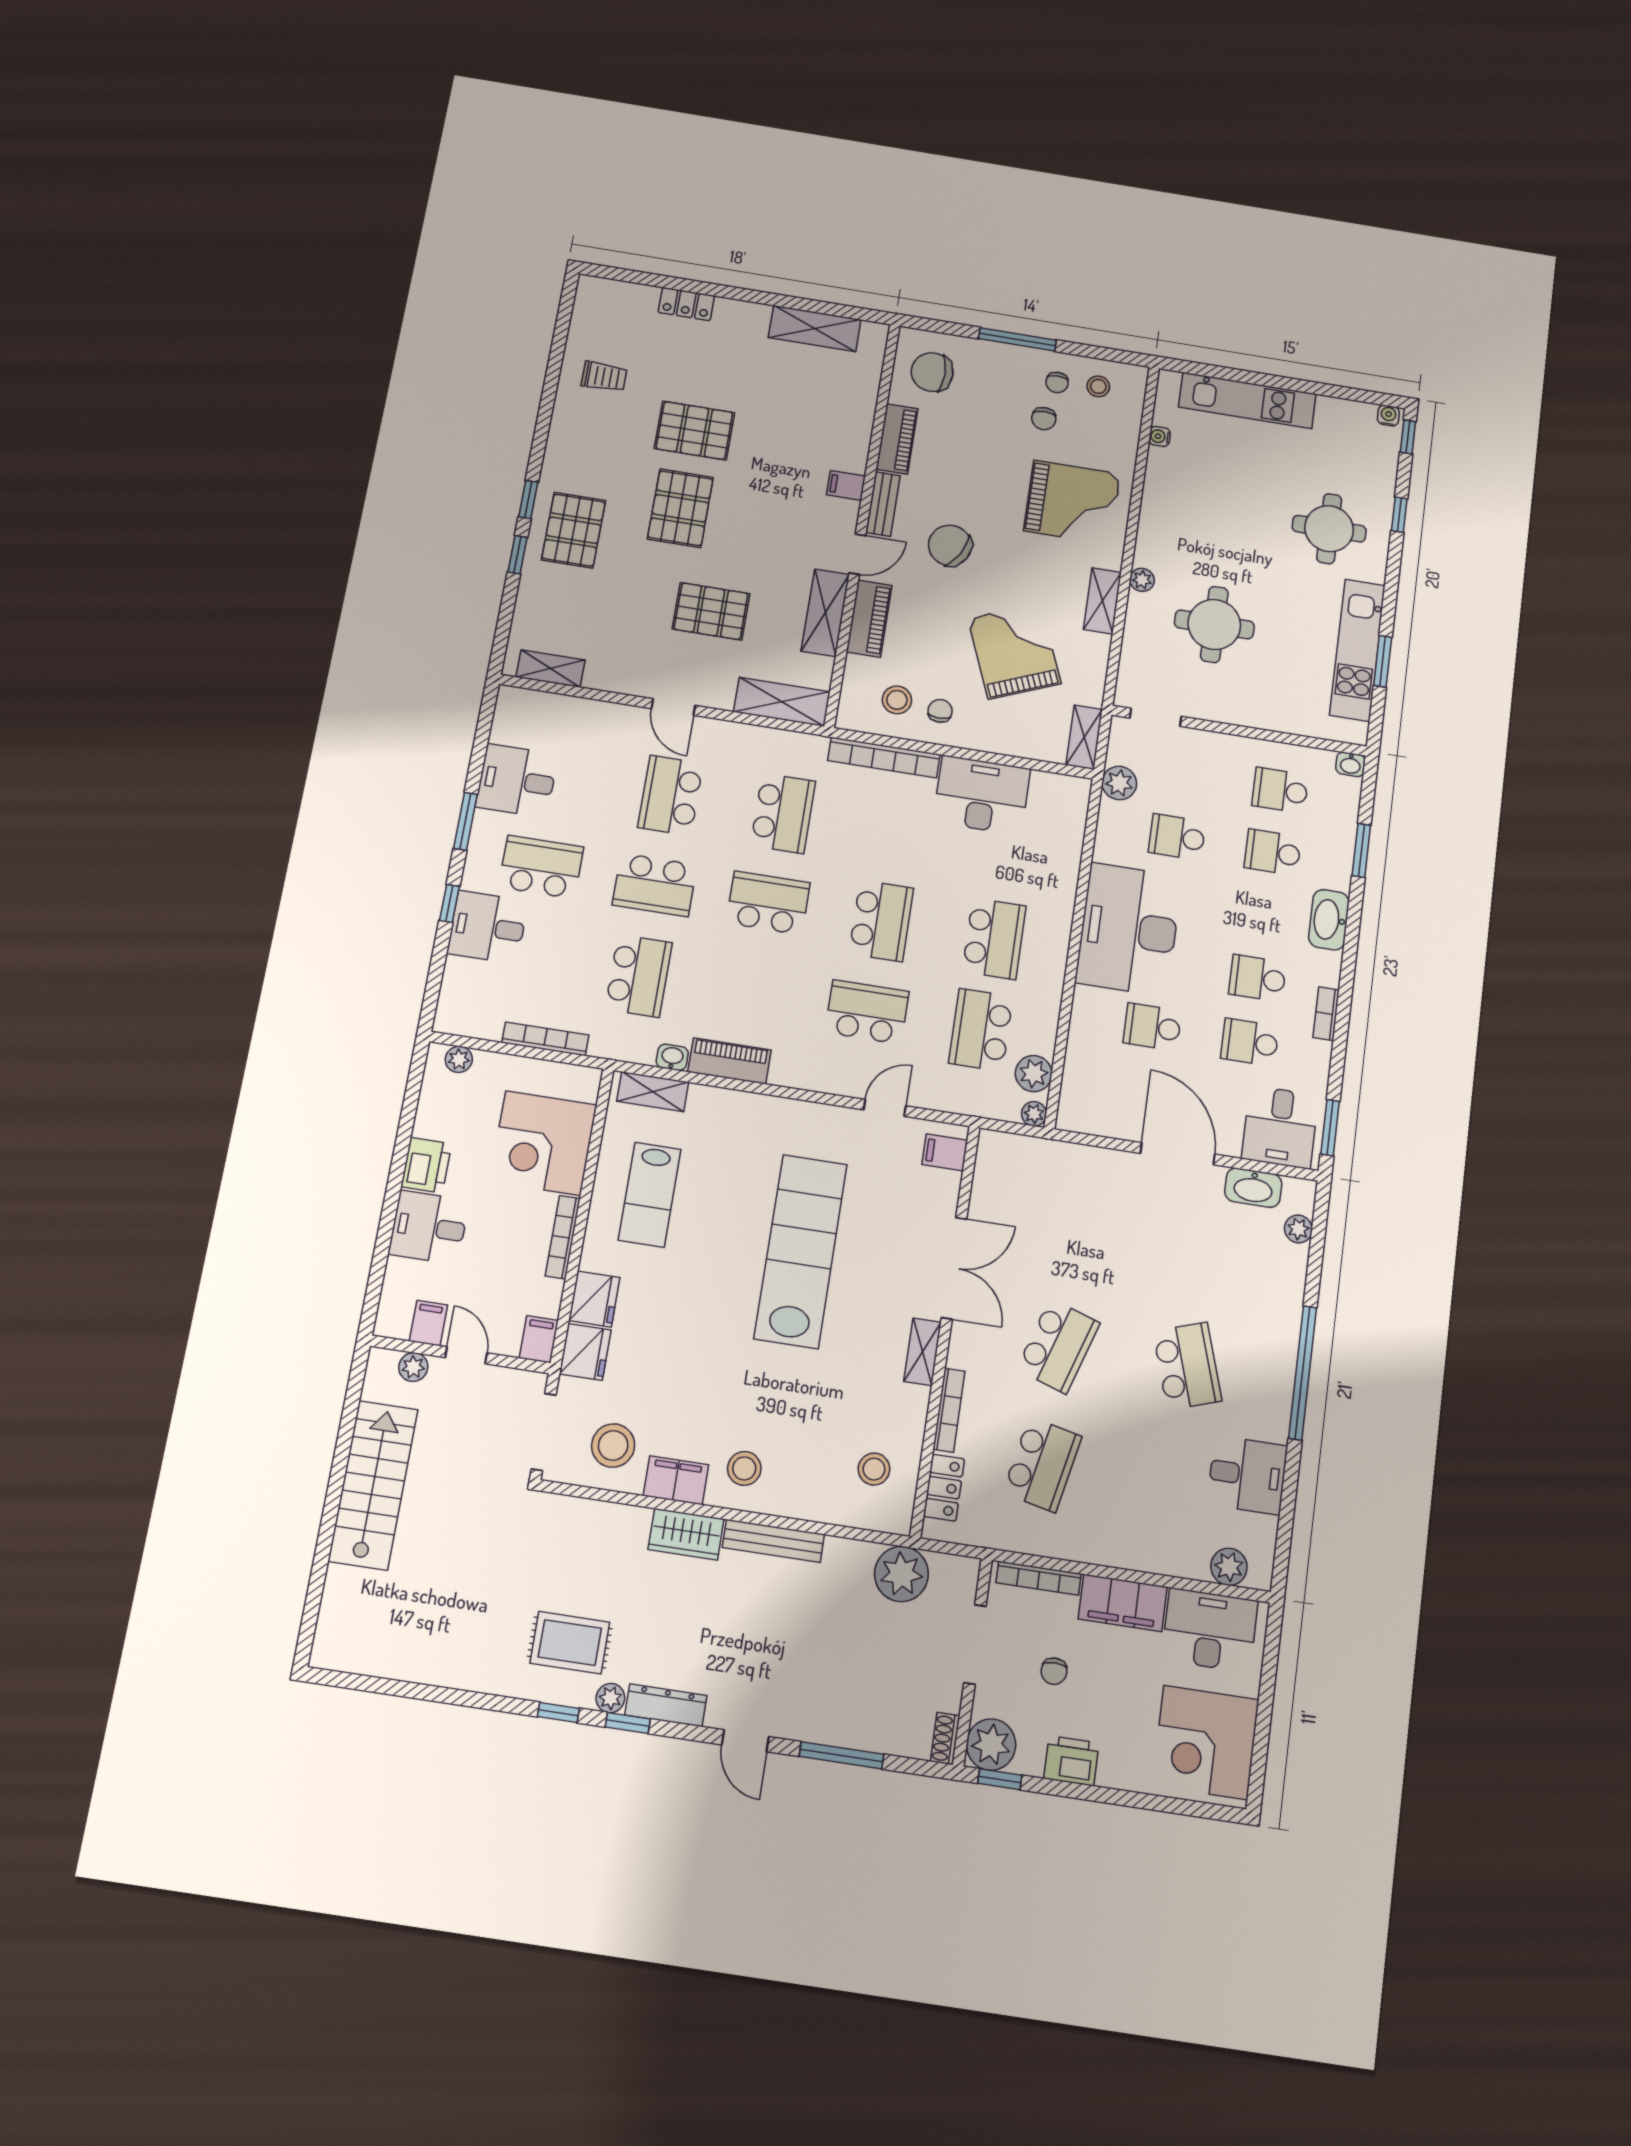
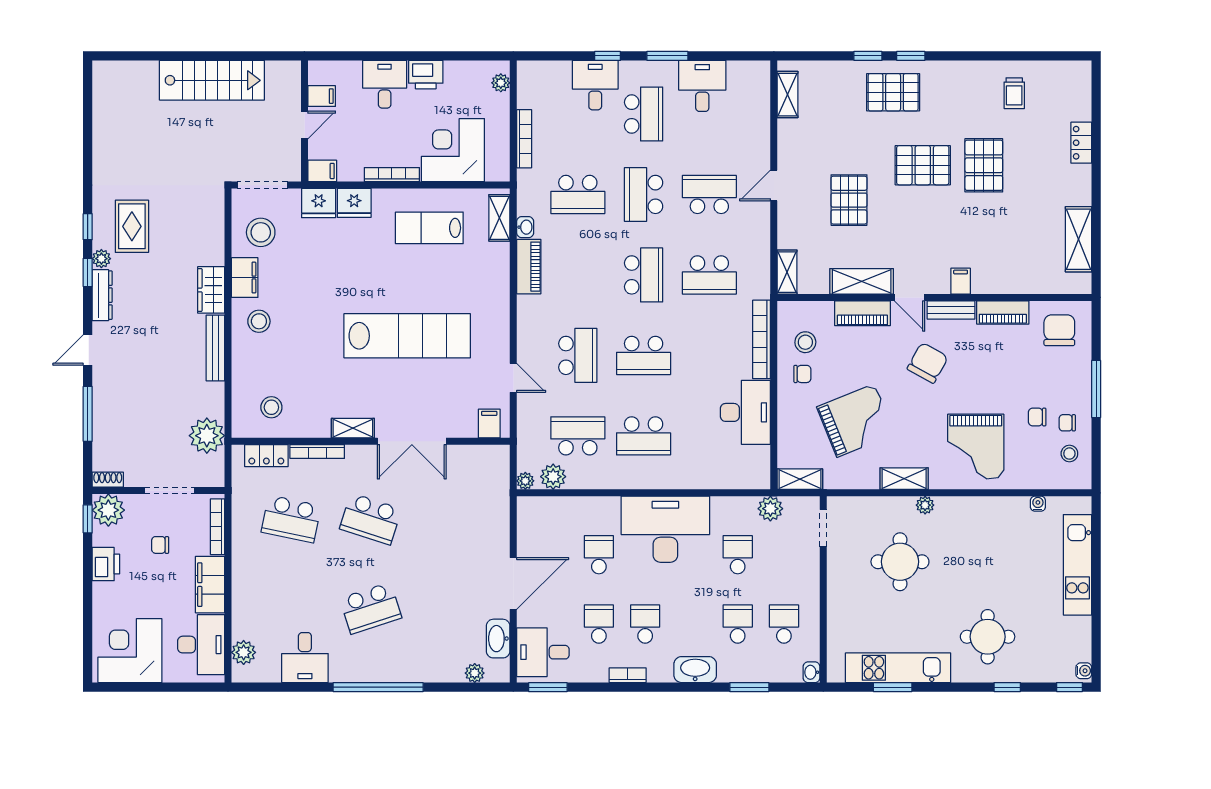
shelving: (782, 702) -> (787, 272), width x0.67, depth x0.75
plant: (413, 1367) -> (291, 92), removed

